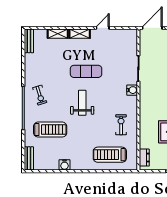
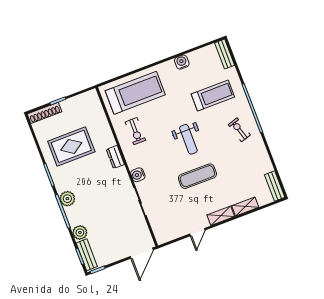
treadmill: (50, 130) -> (213, 96), turned 180
treadmill: (110, 155) -> (135, 93), width x1.37, depth x1.38
dresser: (144, 158) -> (115, 157), moved

